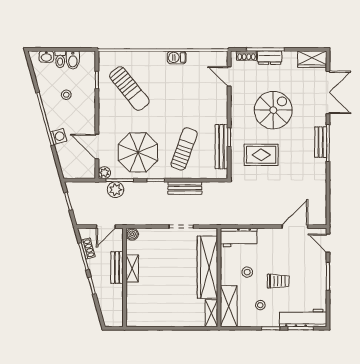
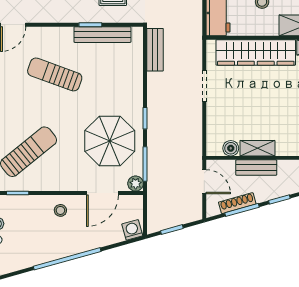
stool: (66, 95) -> (60, 210), moved
washing machine: (59, 136) -> (132, 230), moved
sun lounger: (184, 149) -> (55, 74), moved
bench: (185, 188) -> (155, 50), moved
plant: (116, 190) -> (157, 169), removed
boiler: (132, 234) -> (231, 148), moved
shoe rack: (88, 248) -> (237, 203), width x1.43

